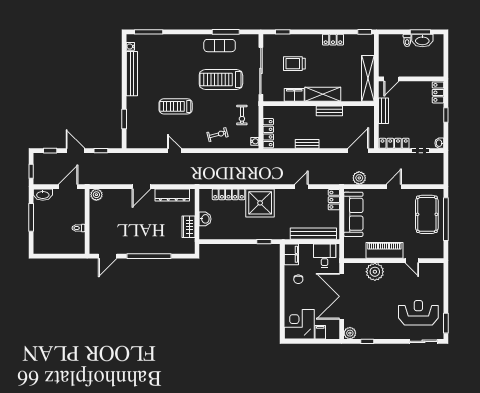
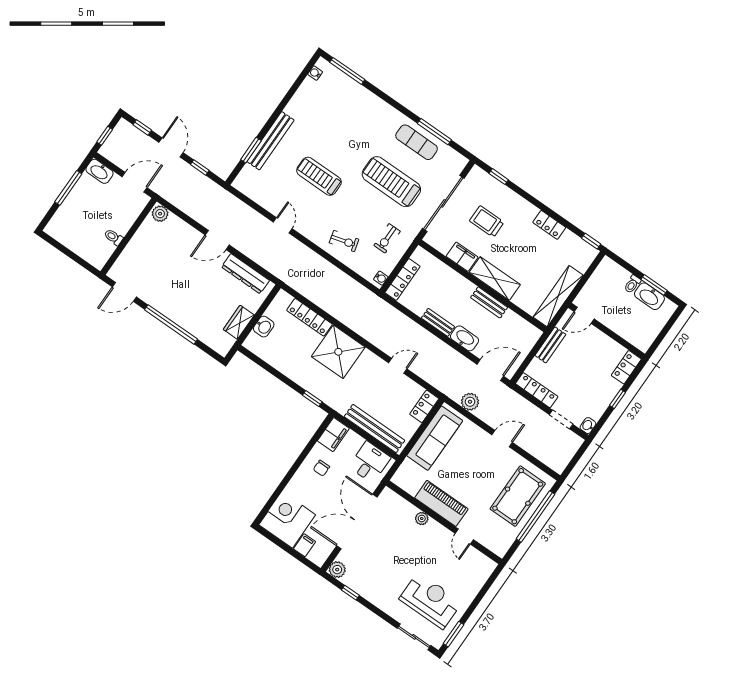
bench: (132, 74) -> (270, 141), moved
washbasin: (330, 142) -> (464, 338), added
plant: (375, 272) -> (422, 519), width x0.53, depth x0.53

